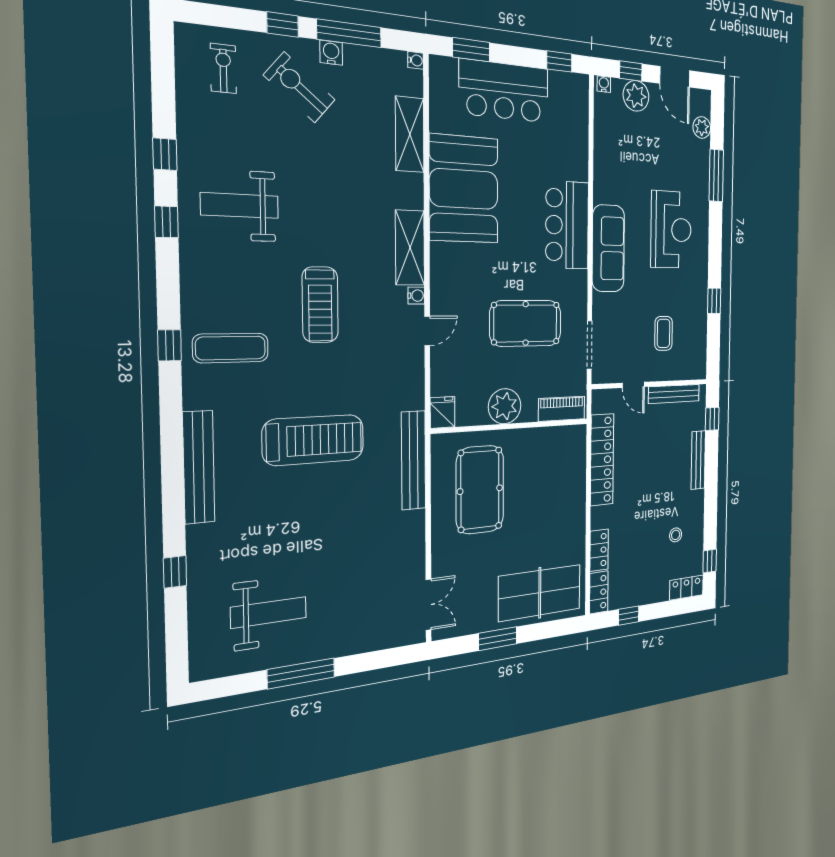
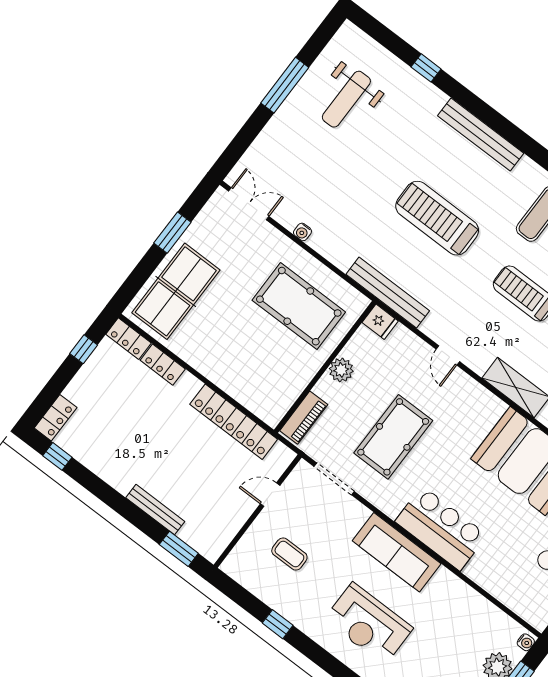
water cooler: (416, 296) -> (302, 232), moved
bench: (674, 394) -> (231, 527), removed
plant: (505, 406) -> (341, 370), width x0.73, depth x0.73
window: (712, 419) -> (179, 549), width x1.50
treadmill: (314, 440) -> (437, 218), turned 90
bench: (414, 460) -> (388, 293), moved
stool: (676, 535) -> (111, 441), removed
double door: (428, 605) -> (249, 204), swing flipped

